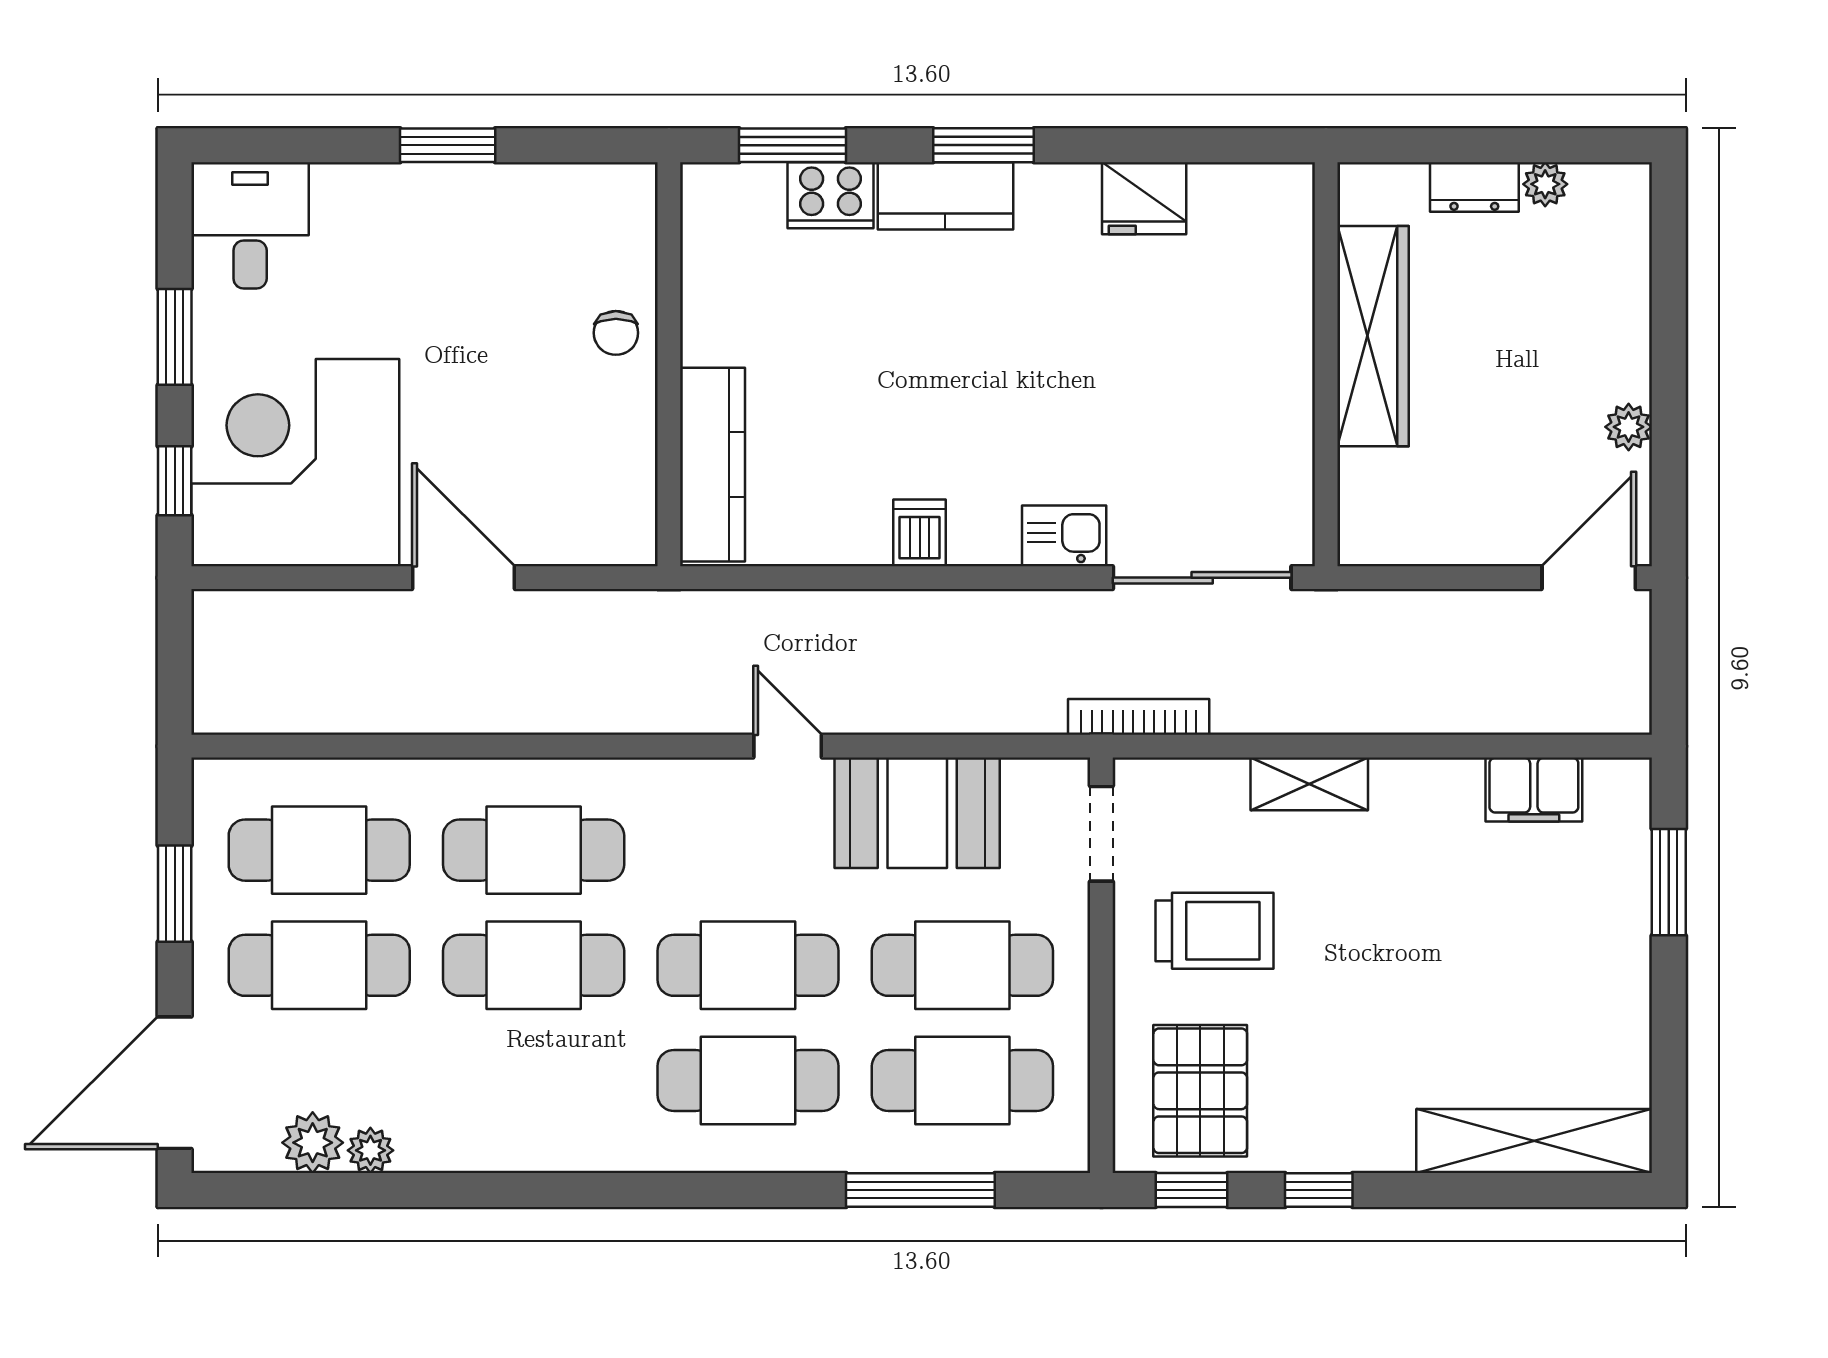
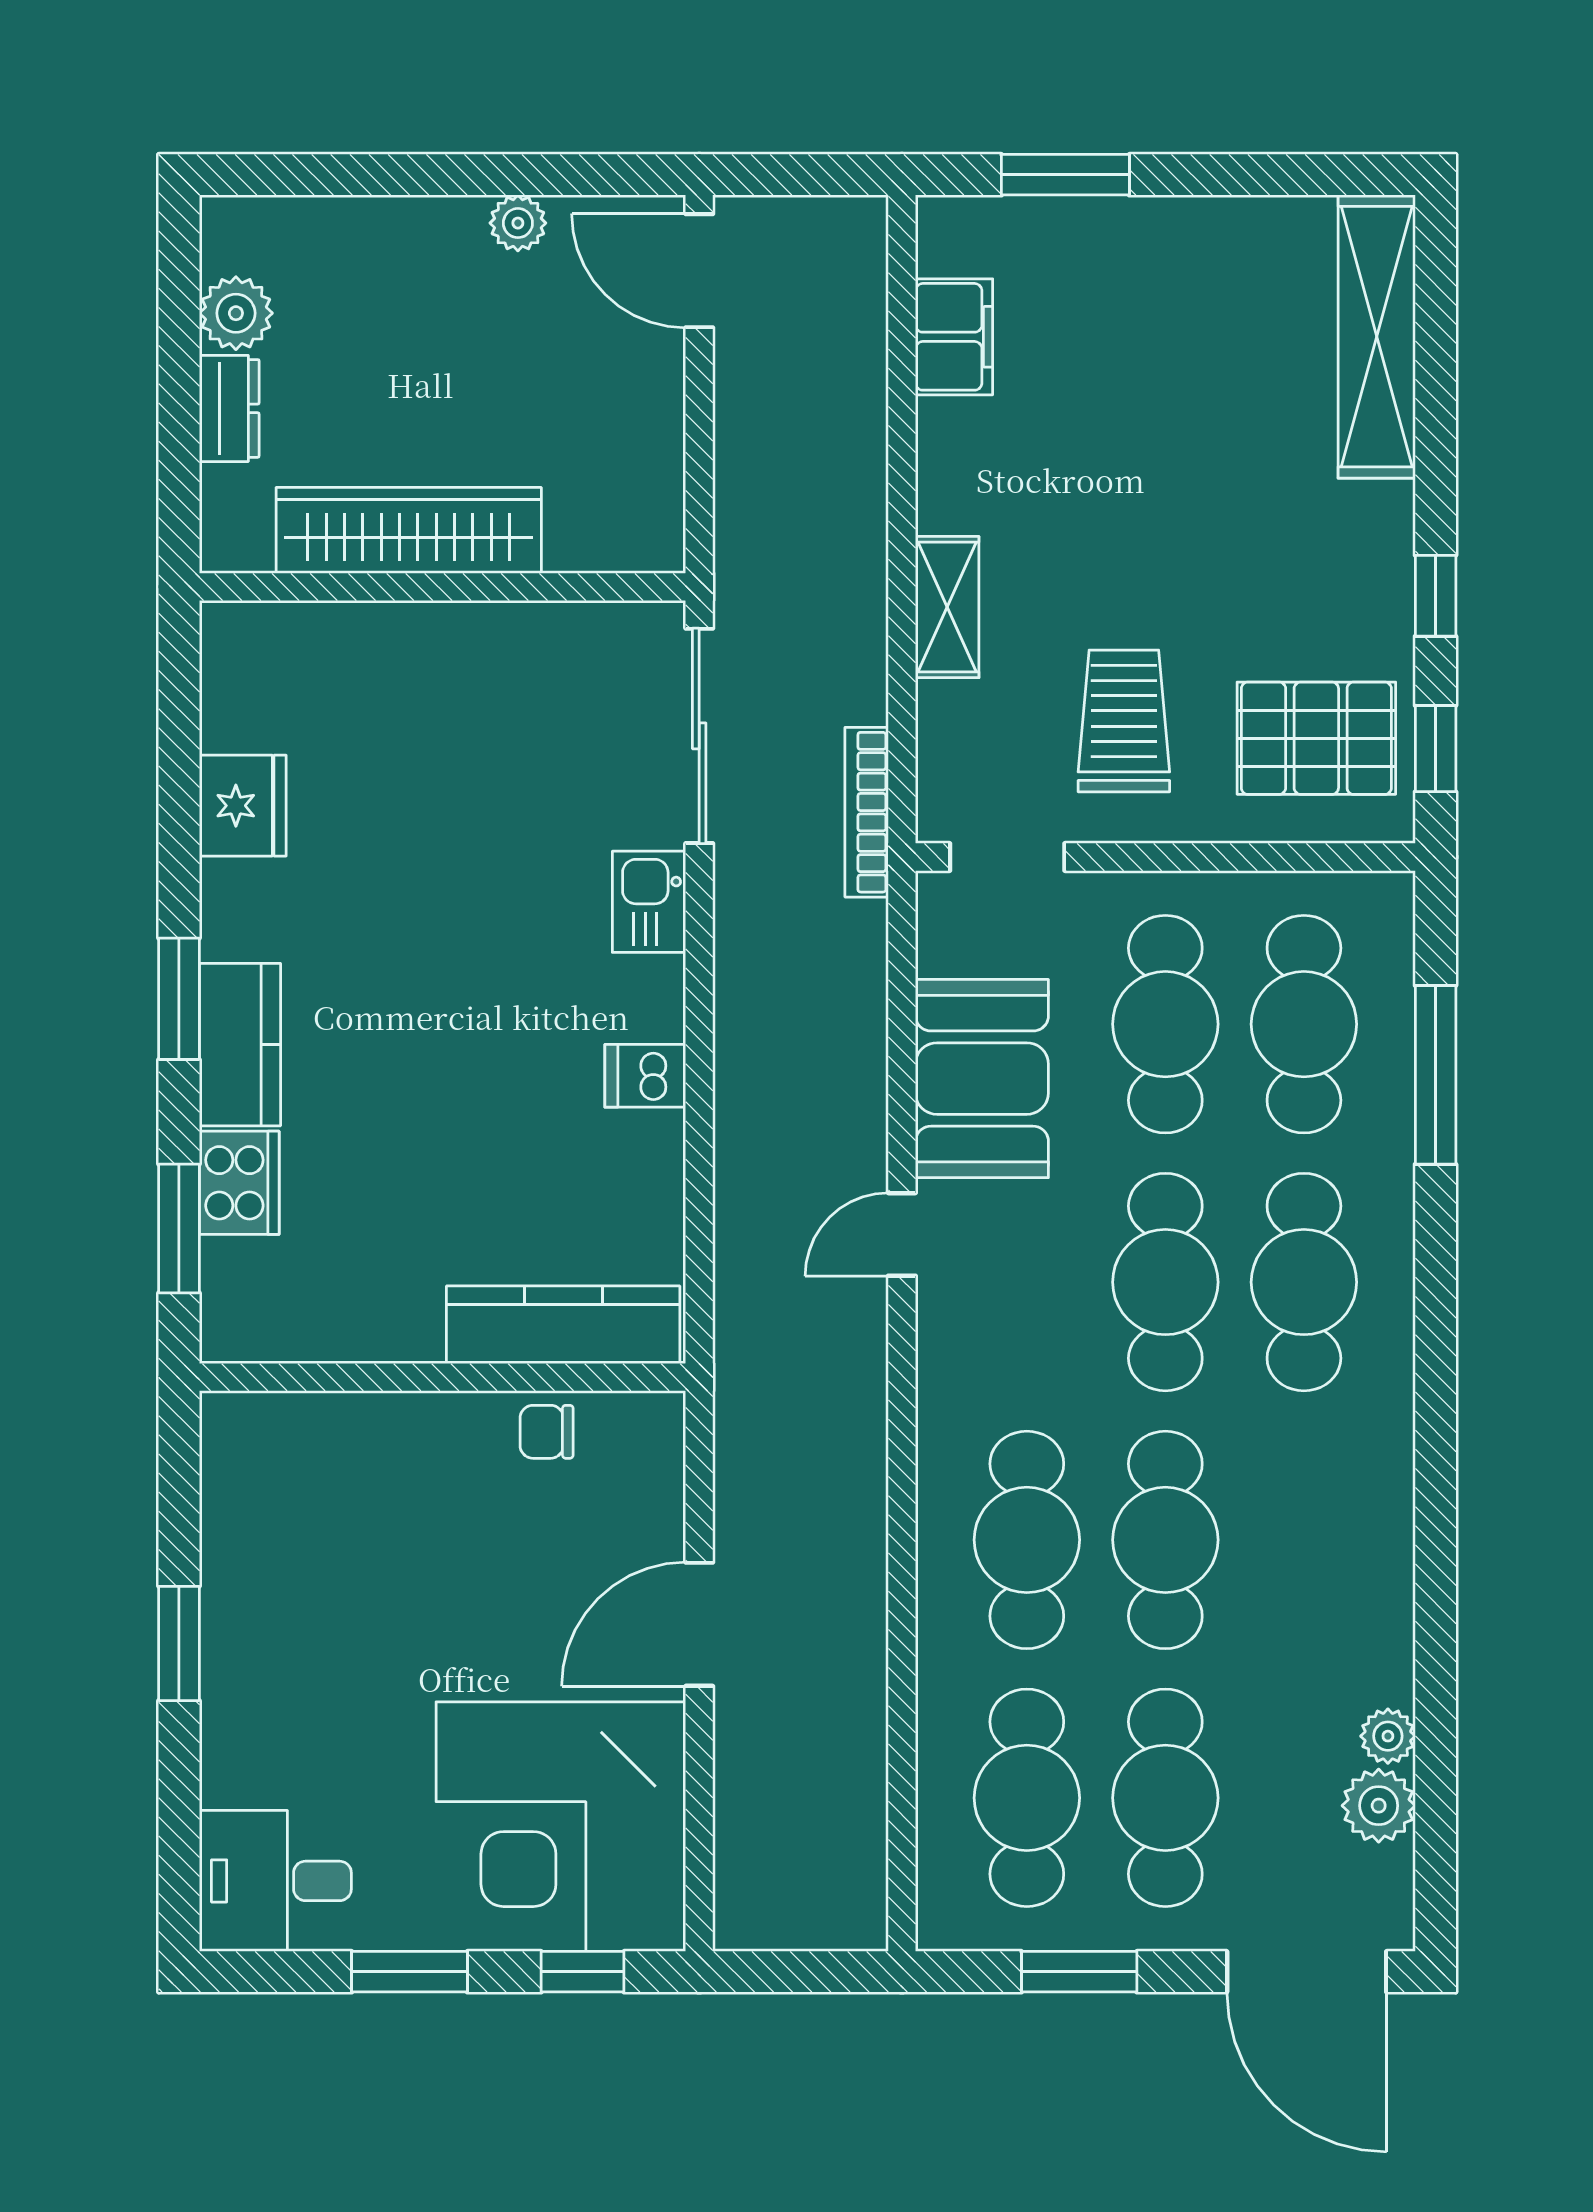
plant: (1545, 184) -> (236, 313), width x1.38, depth x1.38
chair: (616, 333) -> (547, 1432), moved, turned 180

